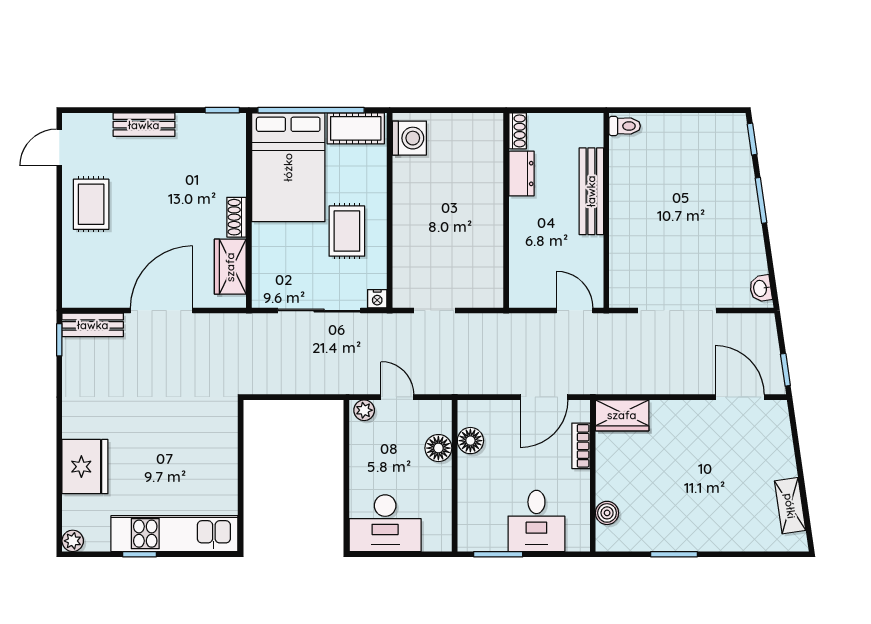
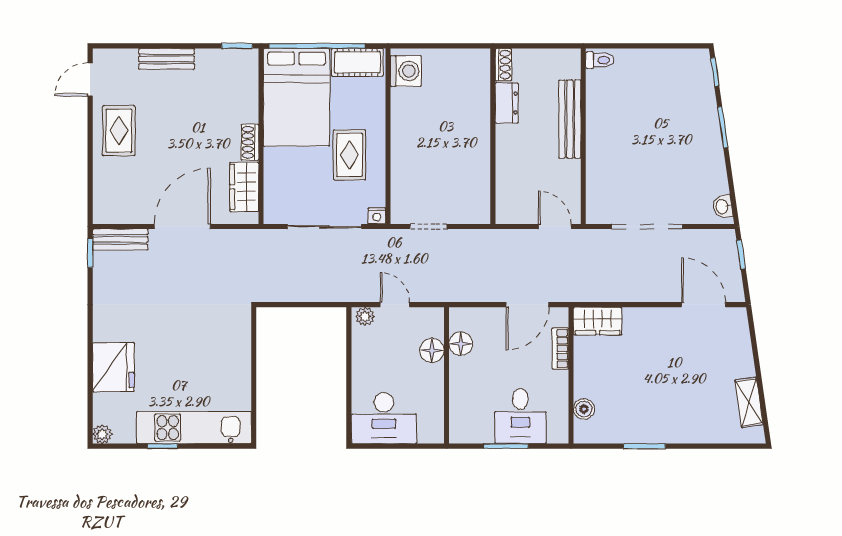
window: (785, 370) -> (741, 255), moved
window: (498, 554) -> (506, 446), moved

